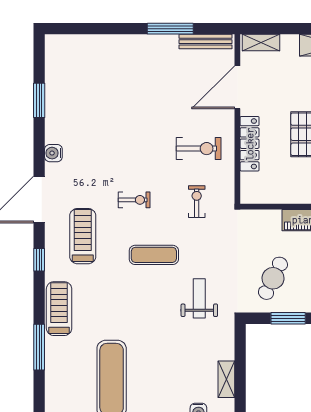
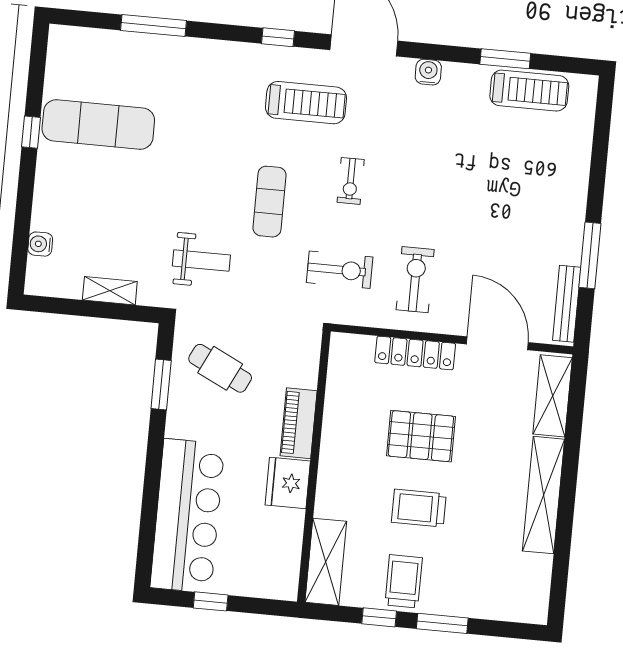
shelving: (261, 43) -> (553, 396), width x1.50, depth x1.33
exercise bike: (199, 149) -> (415, 280), turned 180
exercise bike: (197, 202) -> (340, 270), width x1.38, depth x1.39
treadmill: (59, 309) -> (529, 91), moved
shelving: (226, 379) -> (110, 291), moved

